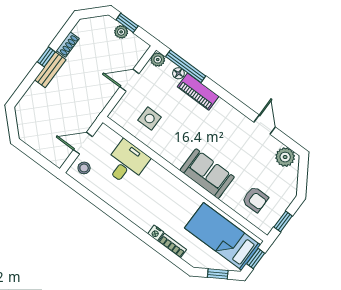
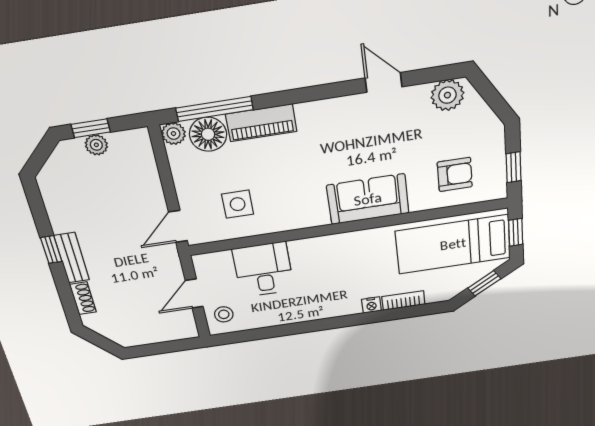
shoe rack: (68, 44) -> (83, 298), moved
floor lamp: (178, 73) -> (208, 134), width x1.89, depth x1.89
door: (129, 80) -> (178, 226), moved

